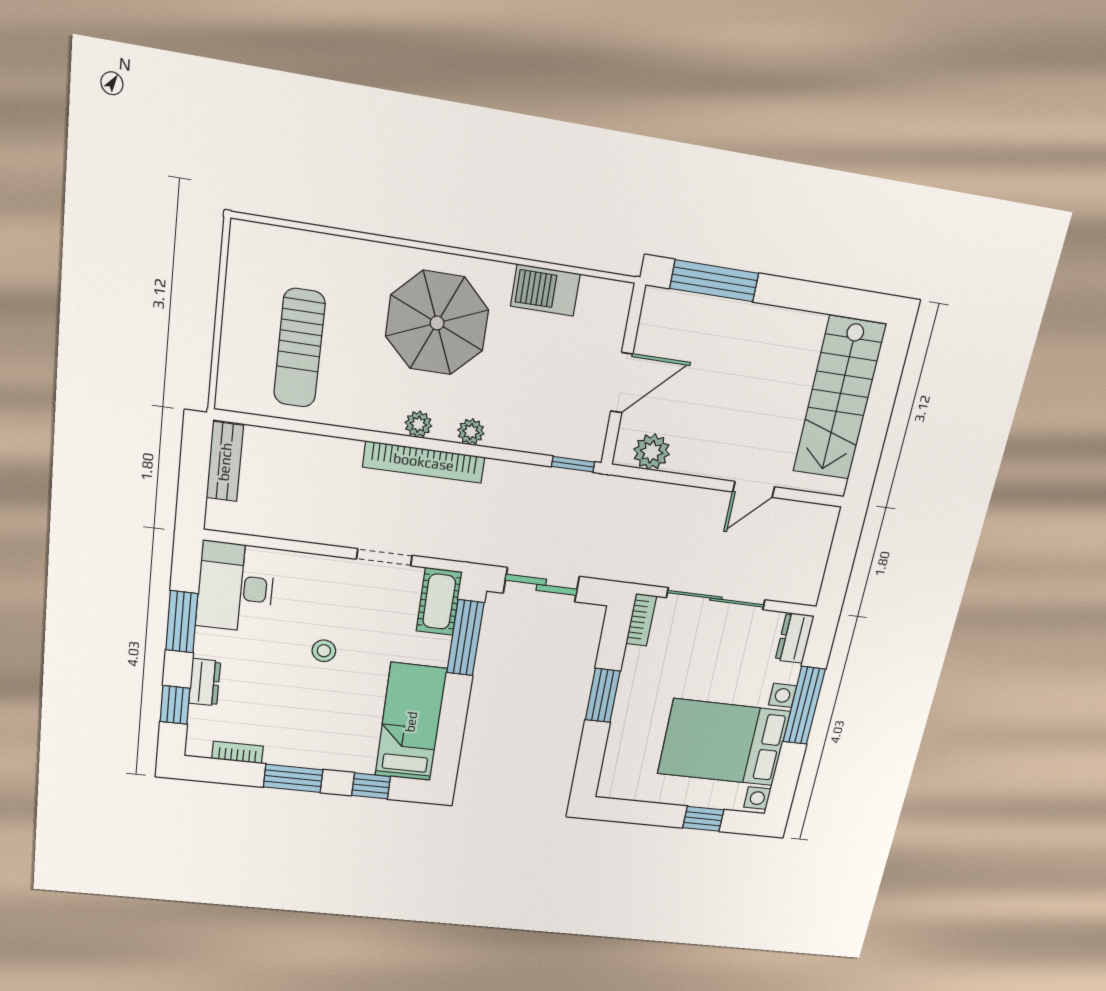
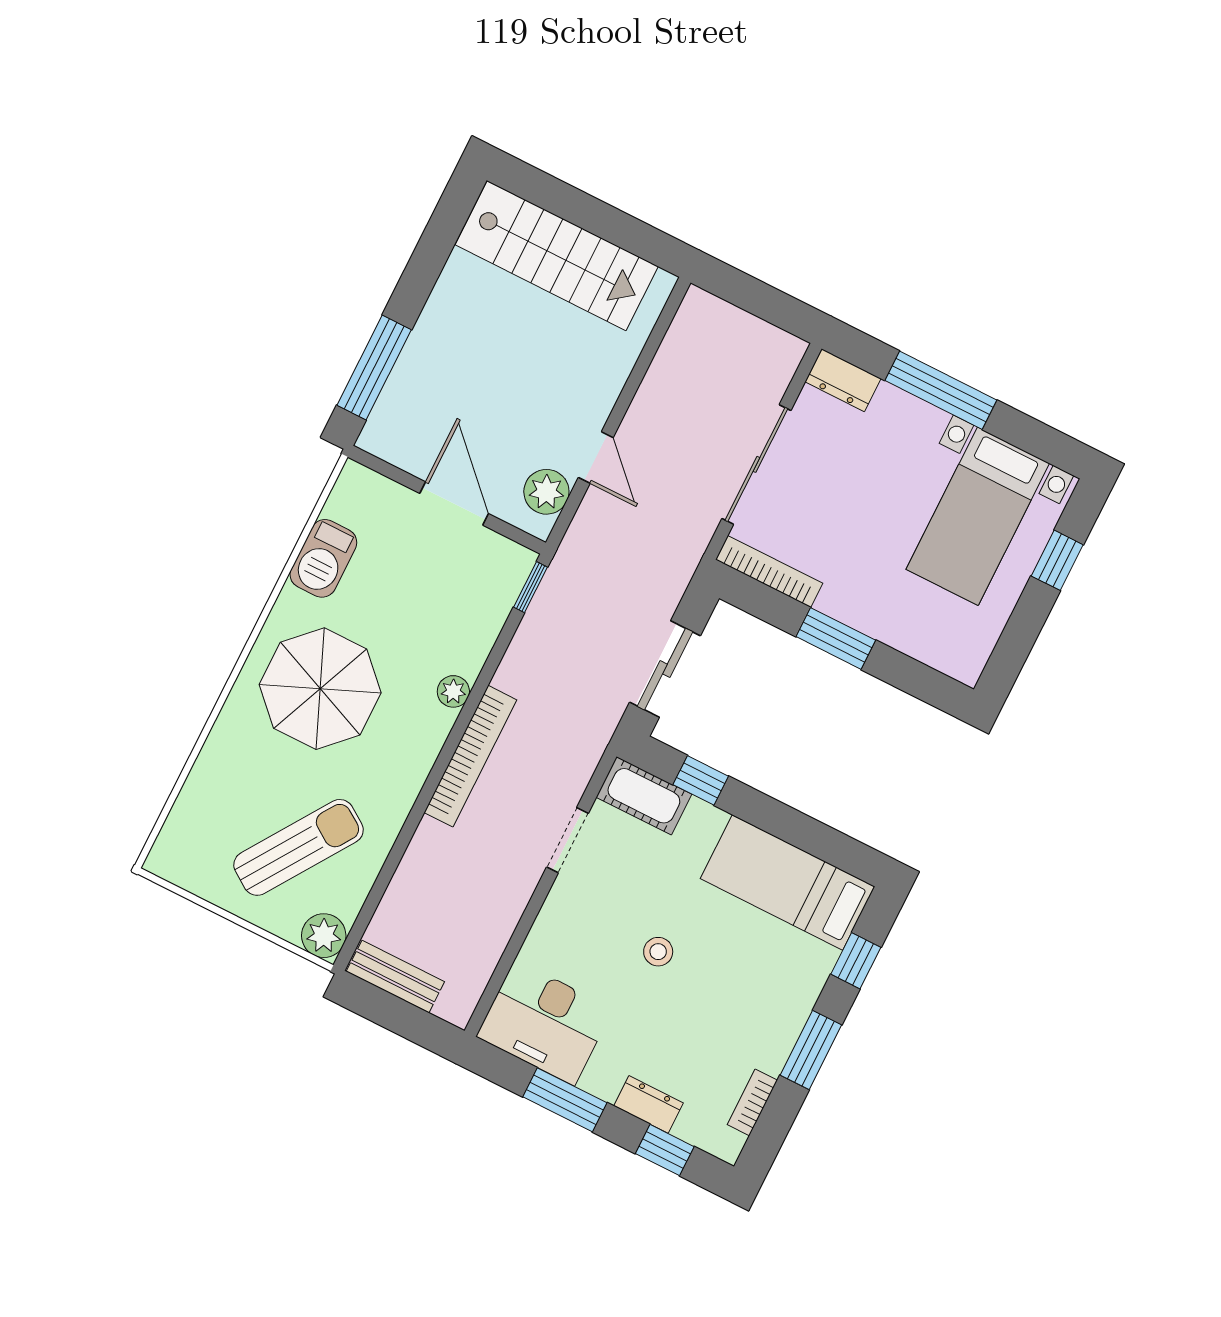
sun lounger: (299, 348) -> (299, 847), turned -56
plant: (418, 424) -> (324, 936), moved, width x1.38, depth x1.38
door: (754, 489) -> (596, 457), moved
bookcase: (641, 620) -> (769, 571), width x1.56
window: (465, 638) -> (701, 780), width x0.46
bed with nightstands: (724, 742) -> (978, 516), width x0.73

